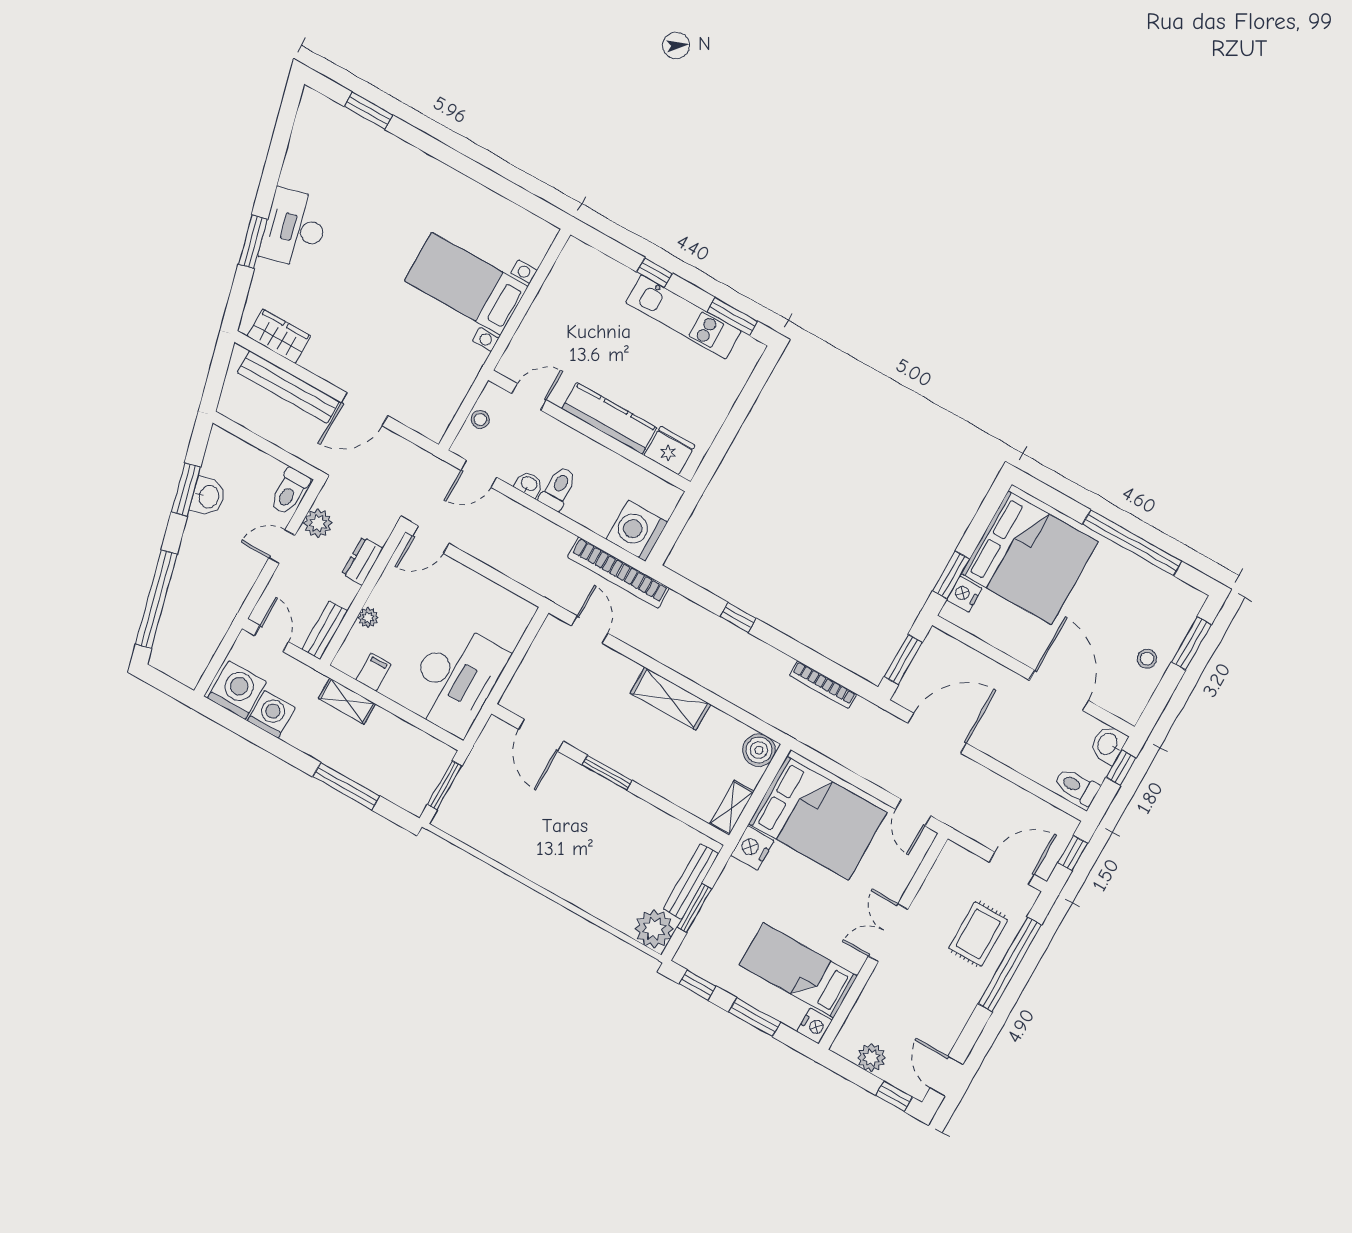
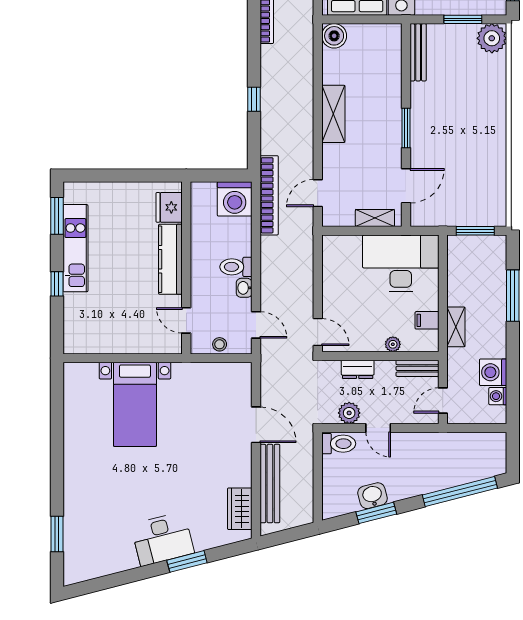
washing machine: (237, 690) -> (498, 396), width x0.53, depth x0.53
shelving: (732, 808) -> (375, 218), moved
bench: (691, 881) -> (418, 52), moved, turned 90

